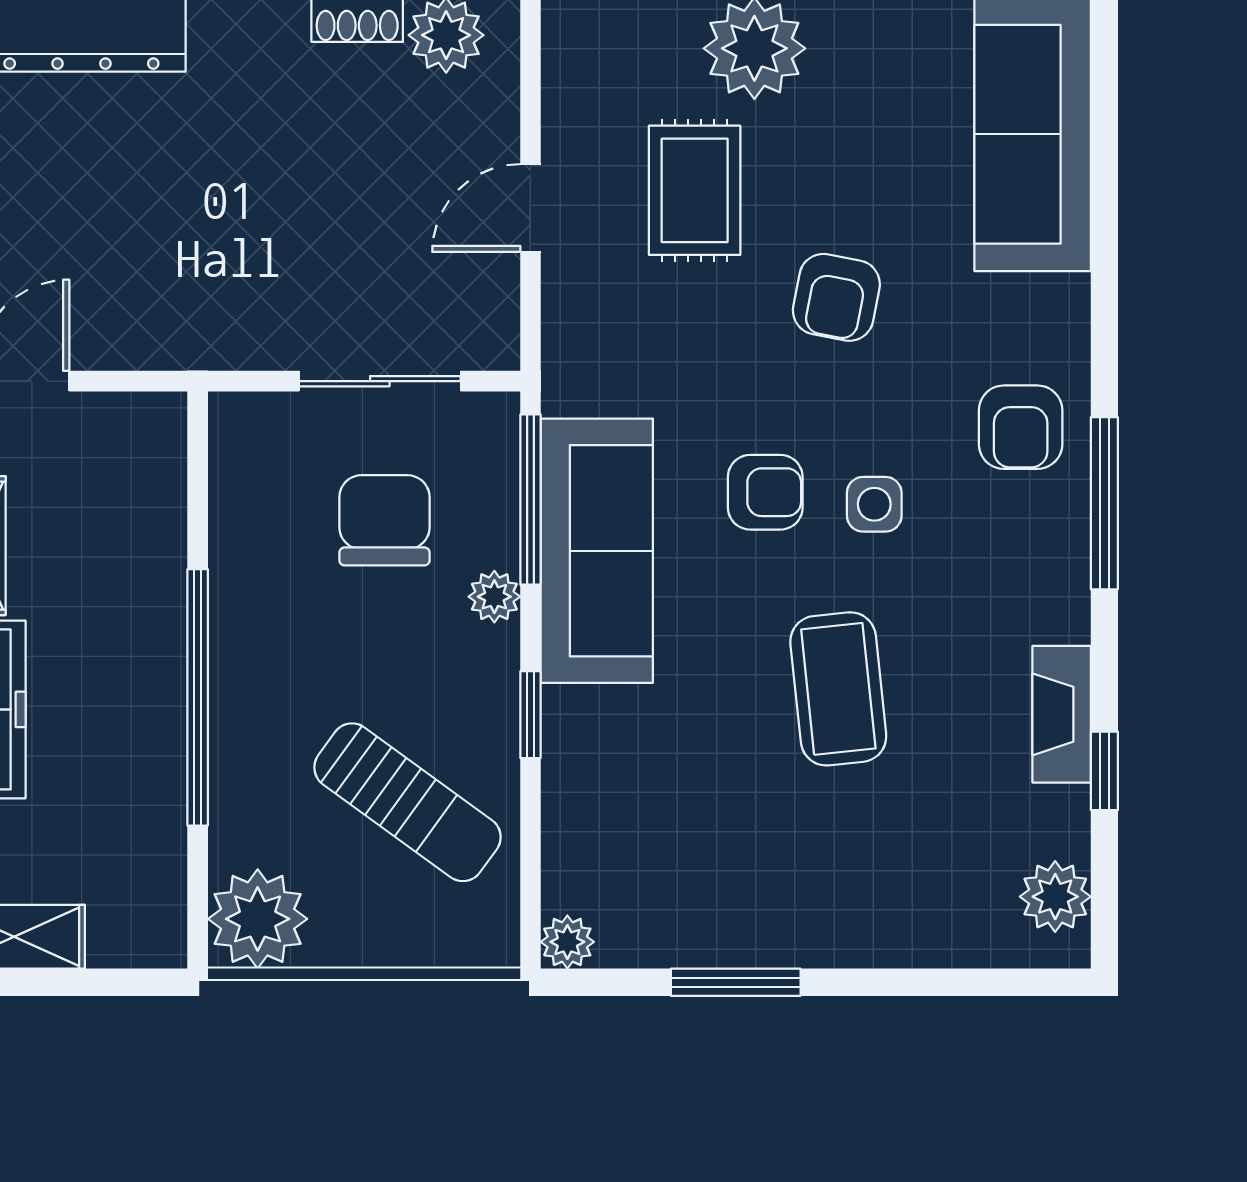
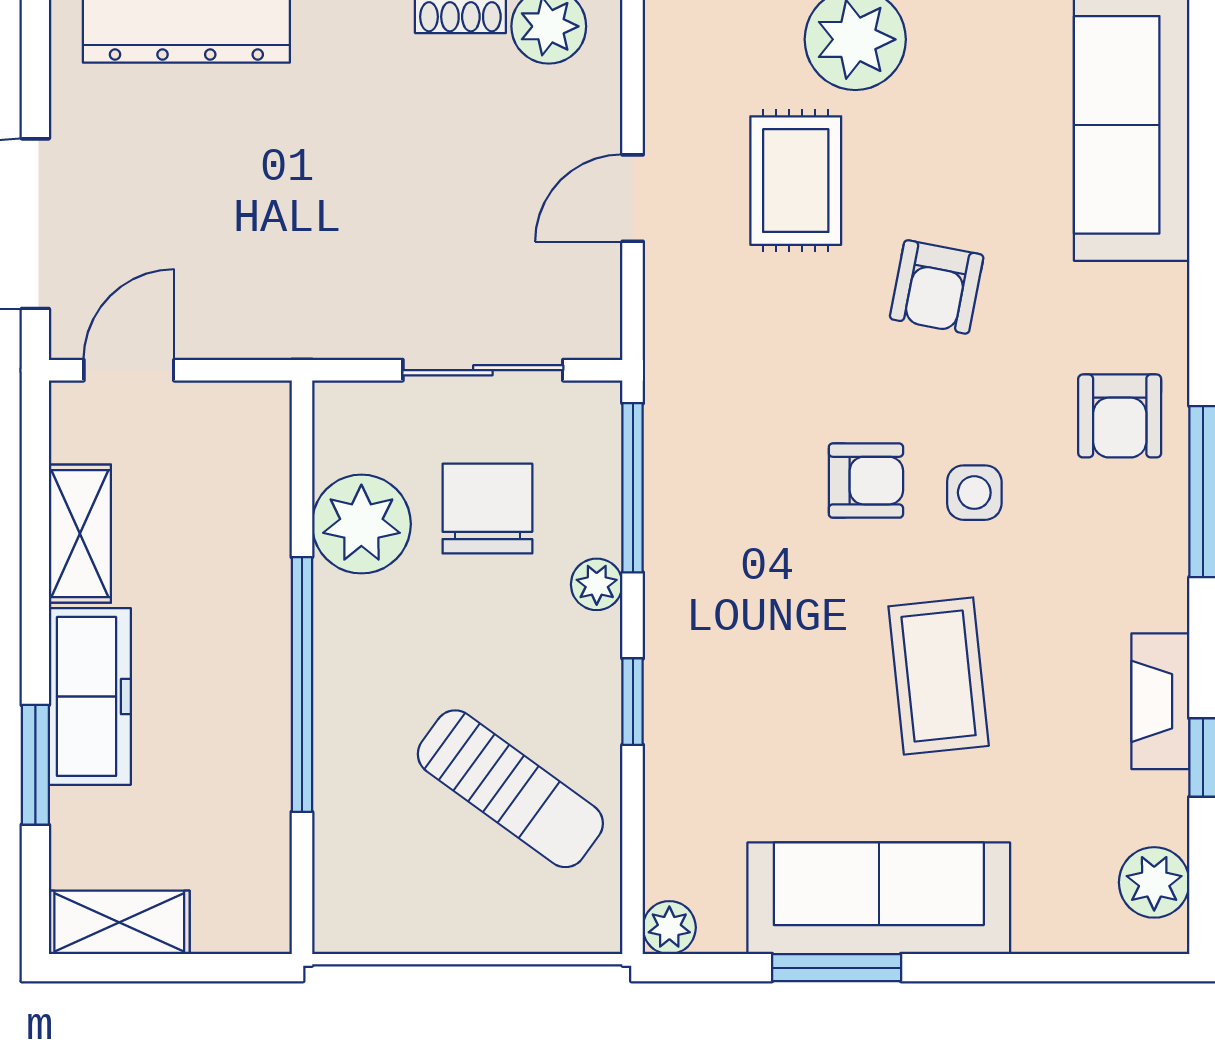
sofa: (597, 551) -> (879, 898), moved, turned -90
plant: (258, 919) -> (361, 524), moved

